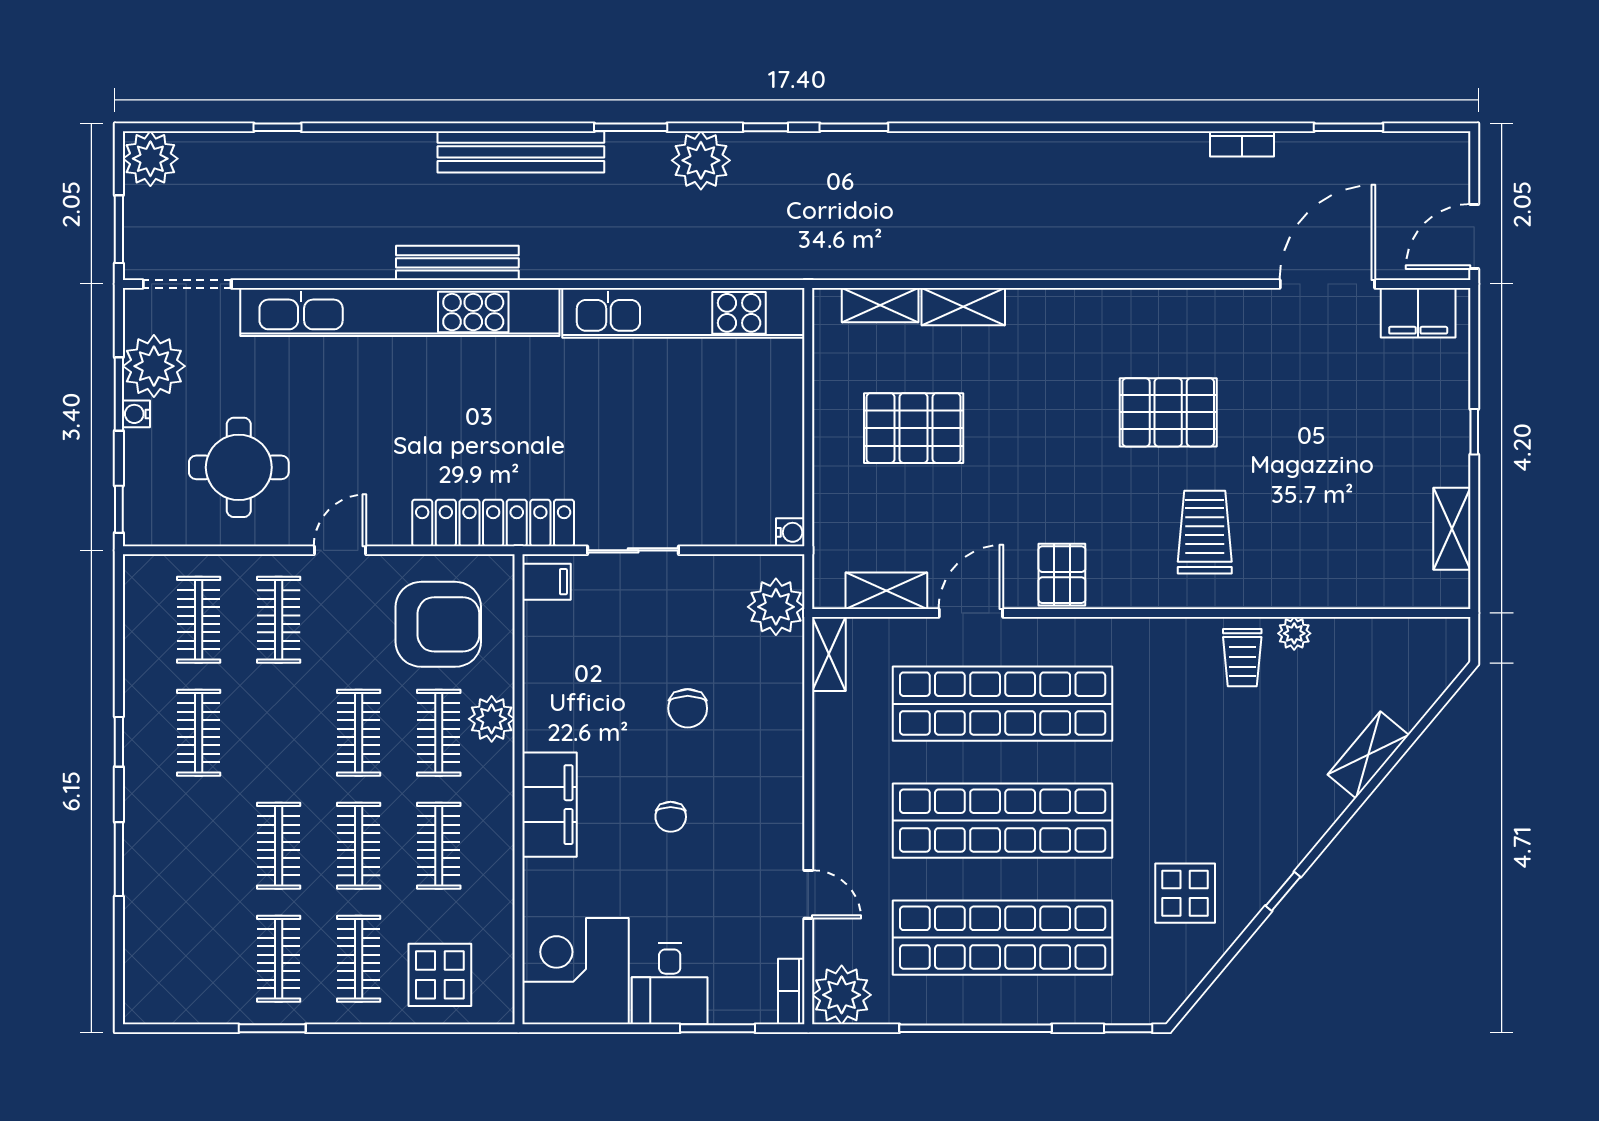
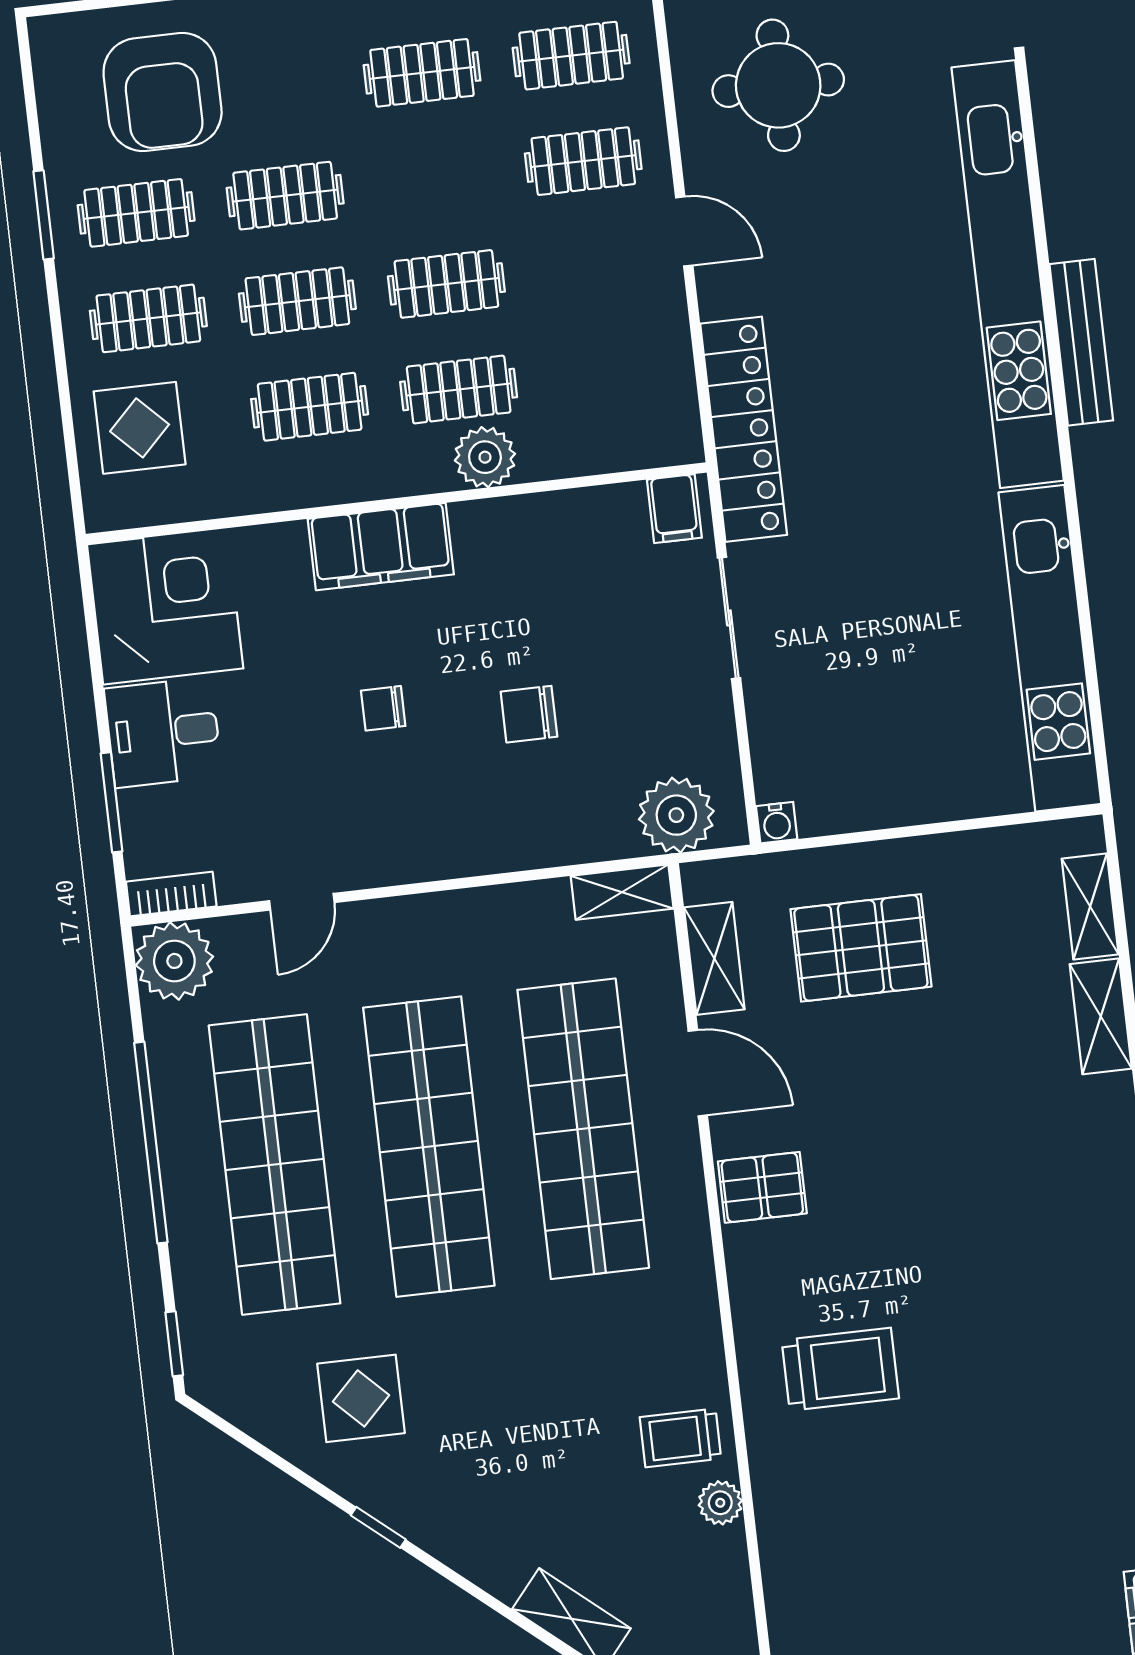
pallet: (1168, 412) -> (993, 1303), removed
pallet: (914, 428) -> (861, 948), moved, turned 90
armchair: (438, 624) -> (163, 92), moved

